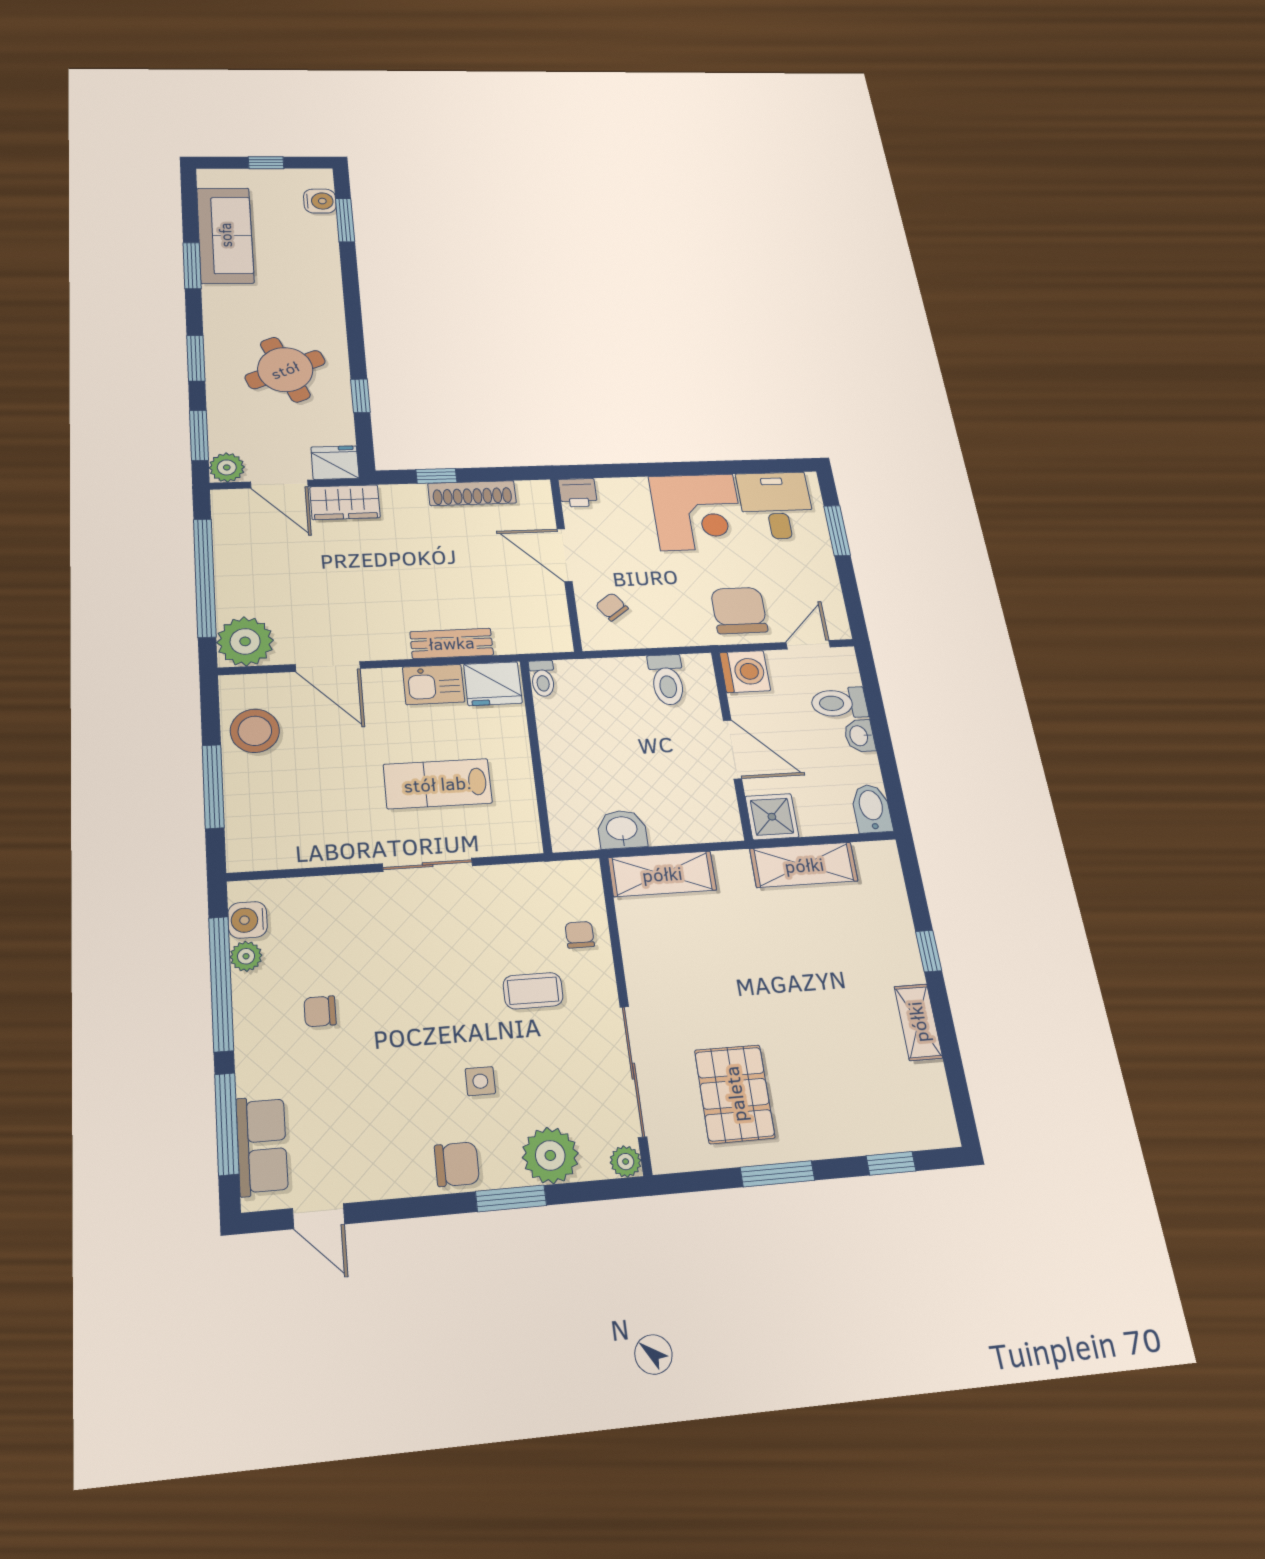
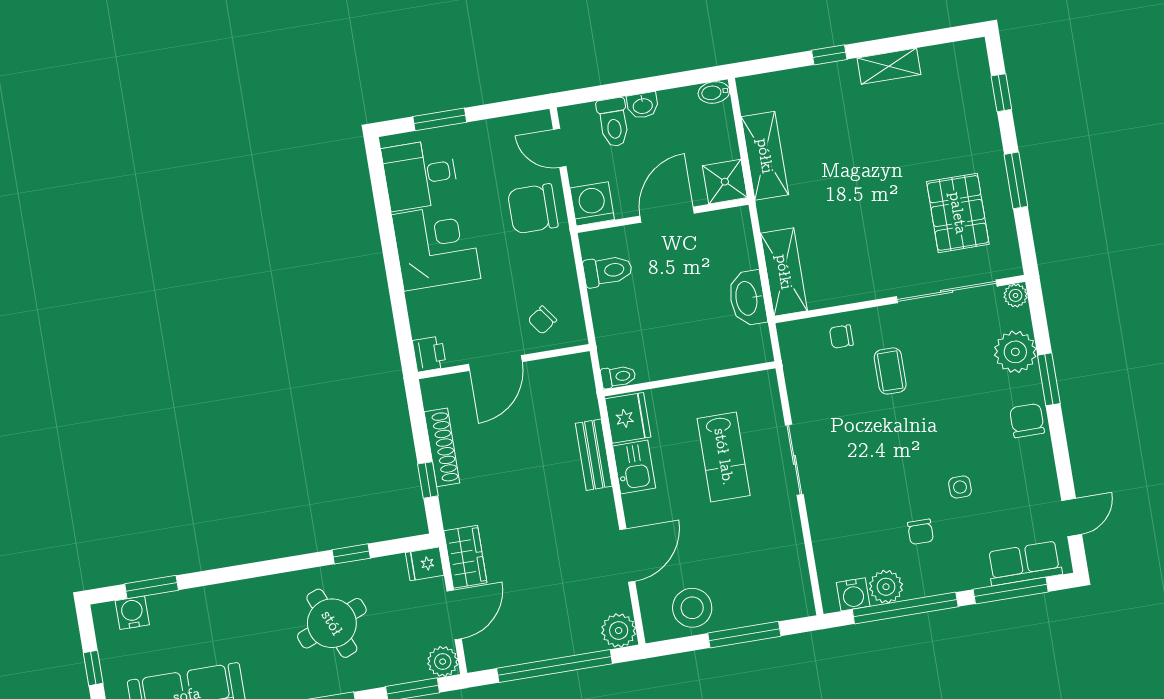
fridge: (335, 463) -> (425, 564), width x0.72
plant: (245, 641) -> (619, 631), width x0.73, depth x0.73
bidet: (872, 808) -> (714, 92), width x0.72, depth x0.74
washbasin: (622, 829) -> (747, 298), width x1.38
plant: (246, 956) -> (886, 587), width x1.38, depth x1.38
side table: (480, 1081) -> (960, 487), moved
pallet: (735, 1094) -> (958, 213), turned 90

